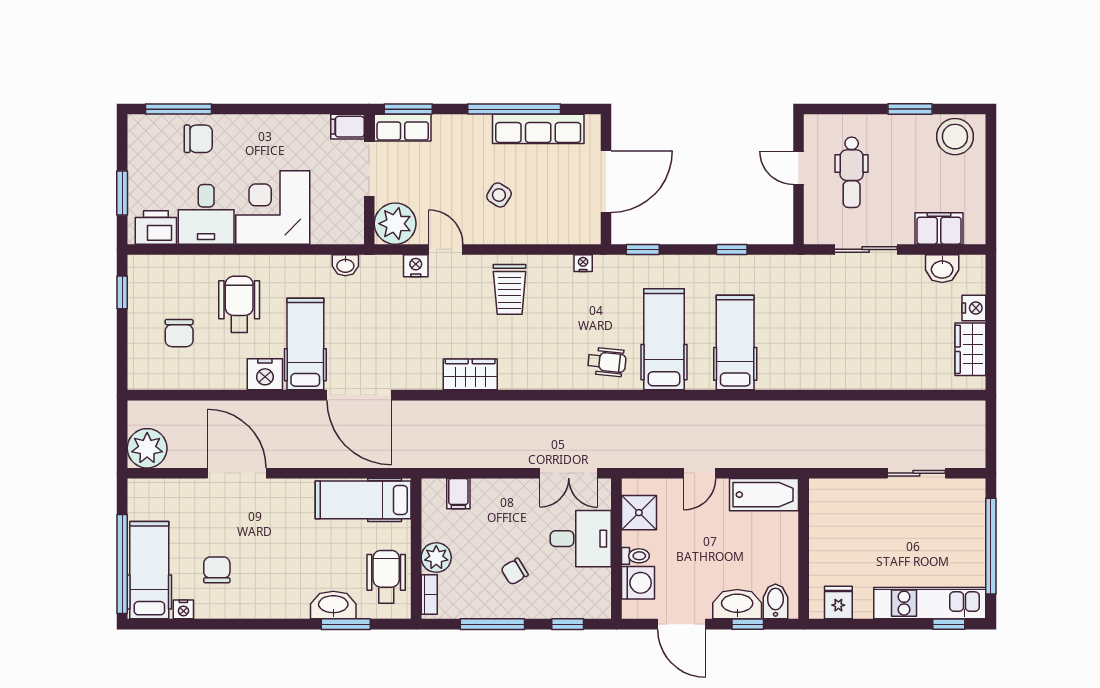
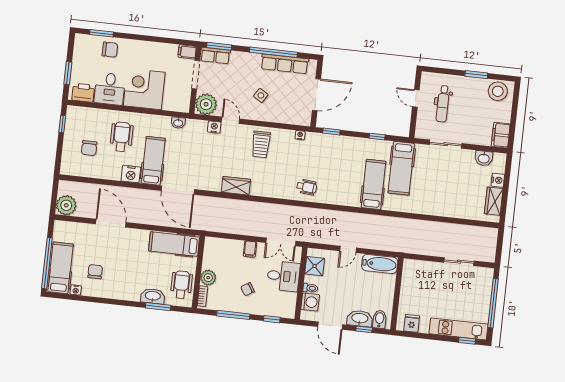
window: (179, 109) -> (102, 33), width x0.69
filing cabinet: (939, 228) -> (501, 135), moved, turned -90
hospital bed: (664, 339) -> (401, 168), moved, turned 180
filing cabinet: (458, 494) -> (250, 249), moved

